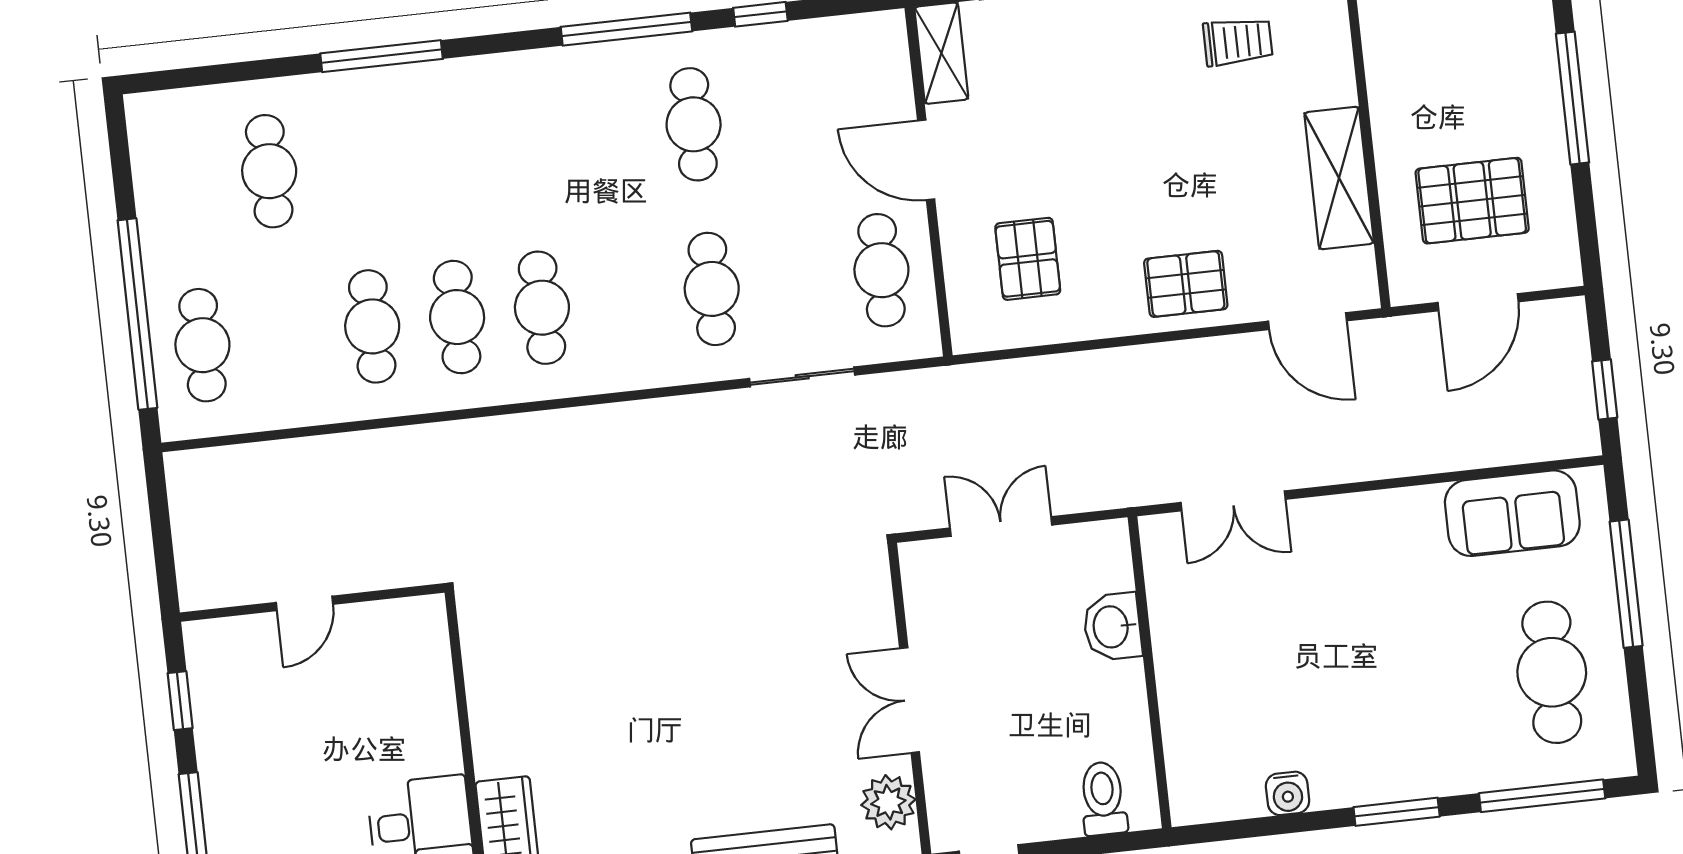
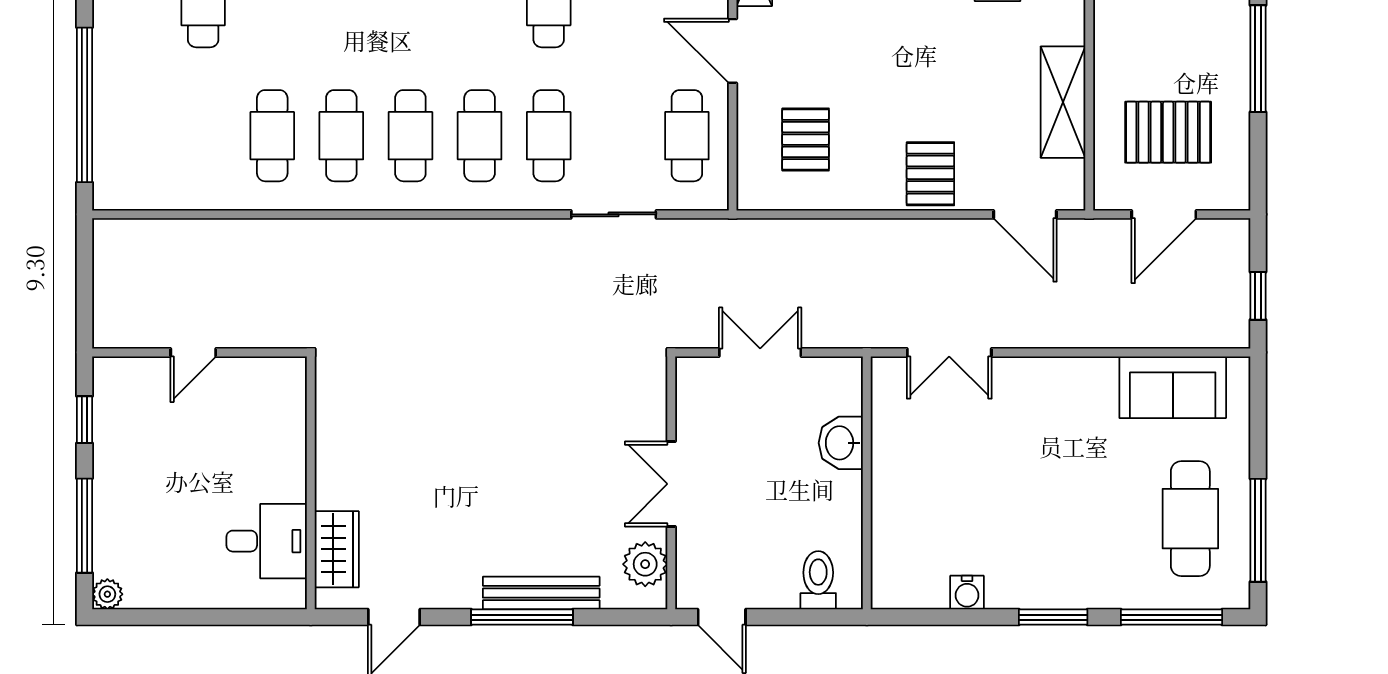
pallet: (1186, 284) -> (930, 174), turned 90
cafe table: (202, 345) -> (480, 136), moved
window: (1626, 584) -> (1258, 530), moved

